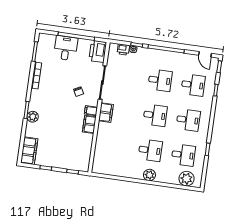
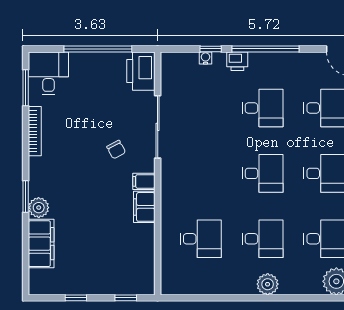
desk: (66, 48) -> (48, 73), moved
printer: (123, 50) -> (237, 61), moved
filing cabinet: (106, 113) -> (172, 181), removed
desk: (117, 146) -> (201, 239), added
filing cabinet: (29, 151) -> (41, 244), moved

